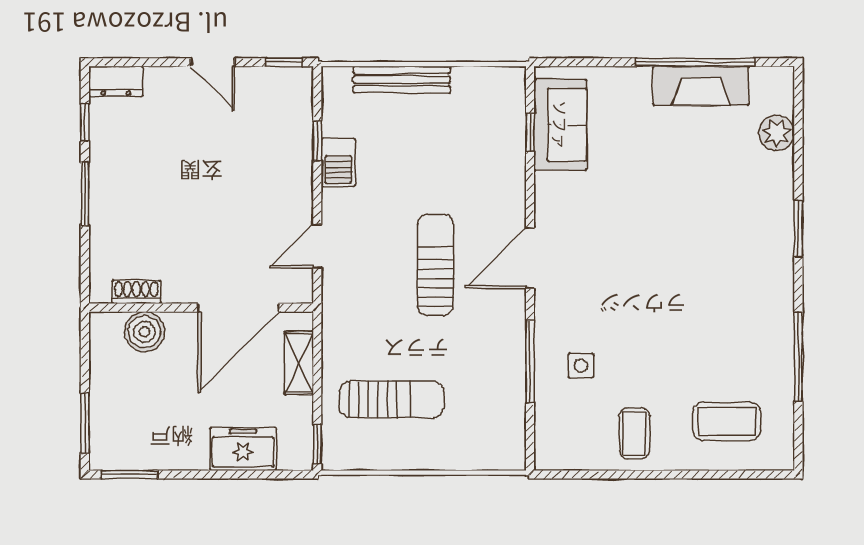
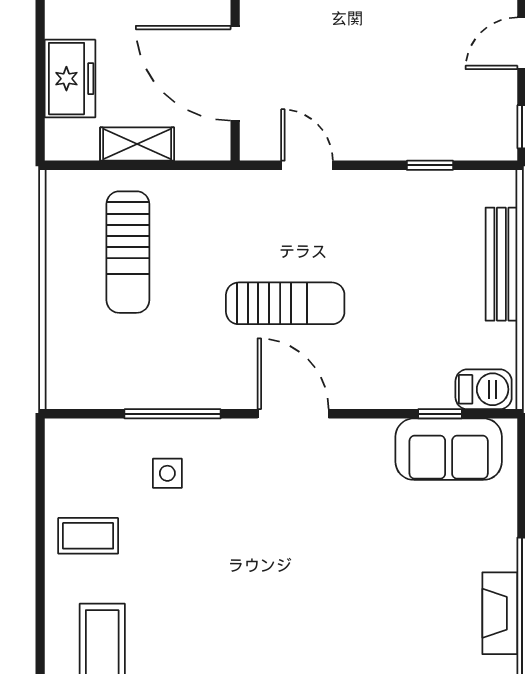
fireplace: (701, 86) -> (500, 613), width x0.73, depth x0.76
barbecue: (338, 162) -> (484, 389), moved, turned 180
shelving: (299, 363) -> (137, 144), moved
window: (317, 444) -> (76, 165), removed

